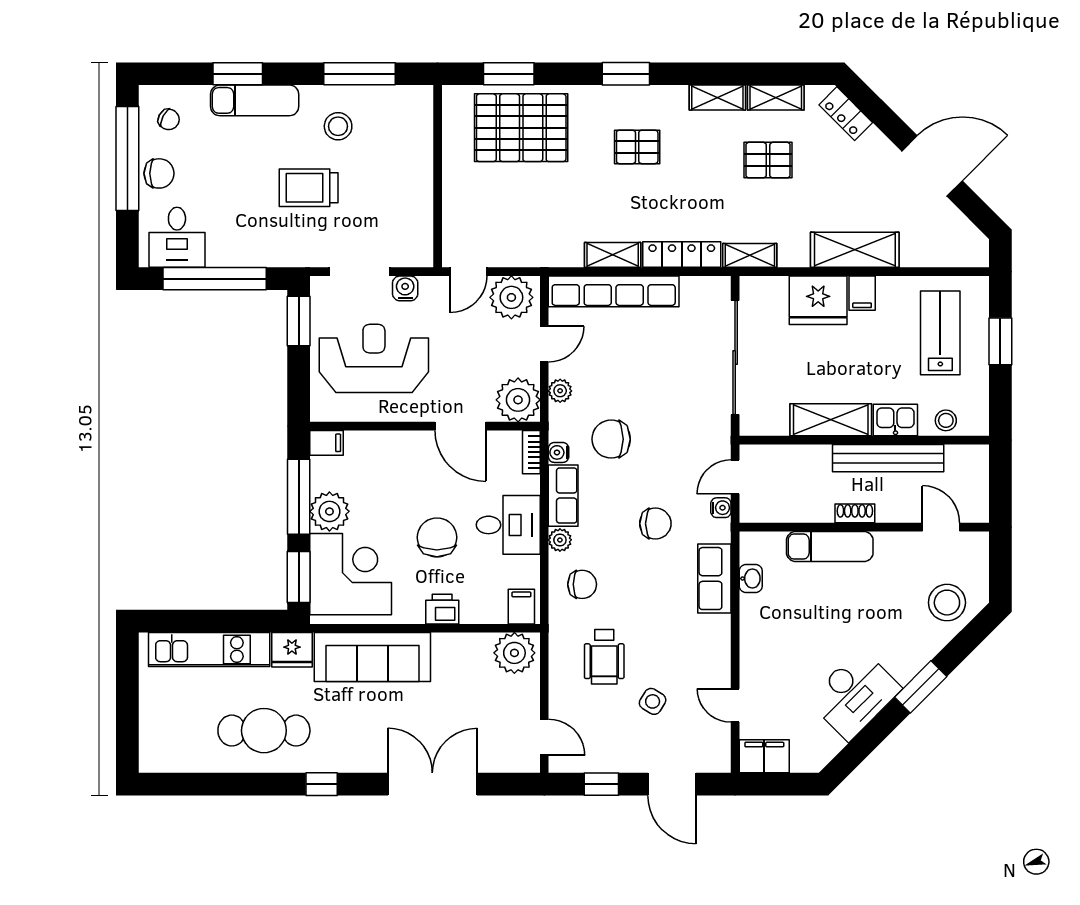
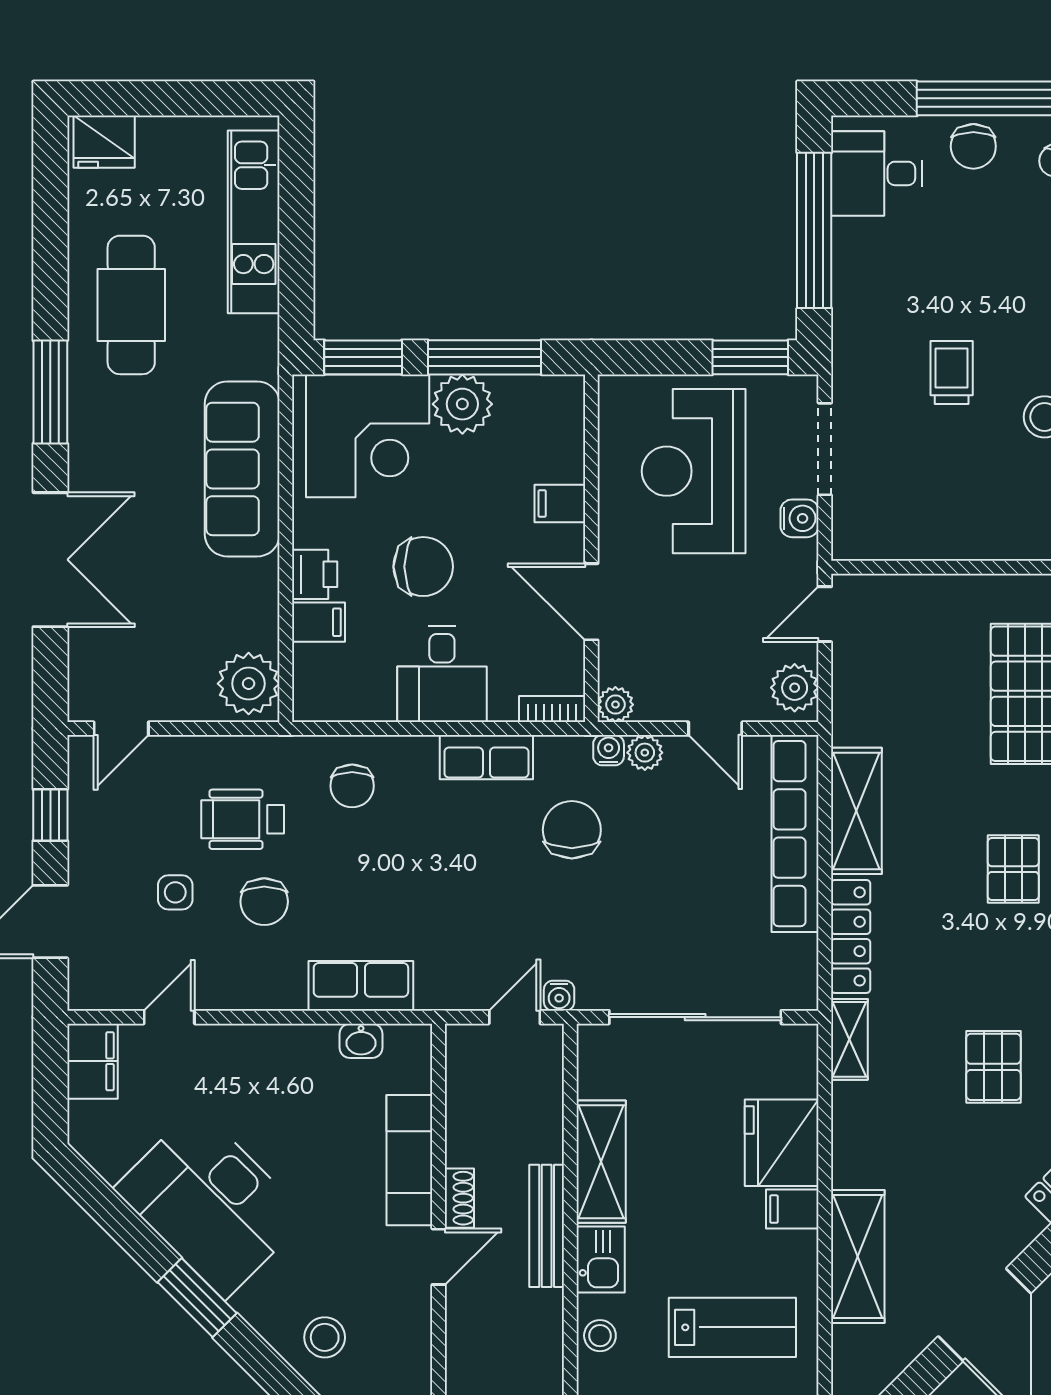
trolley: (309, 188) -> (952, 372), width x0.73, depth x0.72
shelving: (855, 250) -> (858, 1256), moved
shelving: (613, 255) -> (856, 811), width x1.50, depth x1.33
door: (469, 272) -> (825, 614), hinge flipped
plant: (511, 297) -> (795, 688), width x0.73, depth x0.73
reception desk: (374, 358) -> (694, 471), turned 180
plant: (518, 400) -> (615, 705), width x0.53, depth x0.53
door: (460, 426) -> (591, 602), hinge flipped
filing cabinet: (326, 443) -> (560, 503), moved, turned 90
water cooler: (559, 452) -> (609, 750), moved
bench: (888, 458) -> (547, 1226), width x0.73, depth x0.82
door: (735, 477) -> (515, 1017), hinge flipped
water cooler: (721, 508) -> (559, 996), moved
chair: (655, 524) -> (264, 902), moved
door: (941, 527) -> (439, 1257), moved
plant: (560, 540) -> (419, 752), removed
stool: (947, 603) -> (325, 1337), width x0.73, depth x0.73
filing cabinet: (521, 607) -> (319, 622), moved
fridge: (292, 650) -> (104, 142), moved, turned -90
desk: (854, 694) -> (211, 1203), width x1.36, depth x1.30
side table: (653, 701) -> (175, 892), turned -32
window: (322, 784) -> (50, 392), width x2.17

